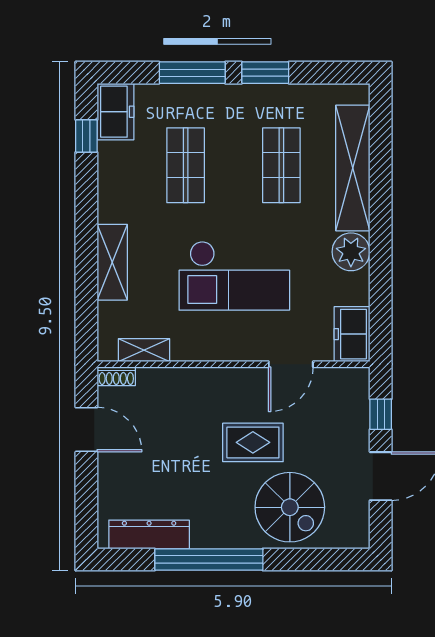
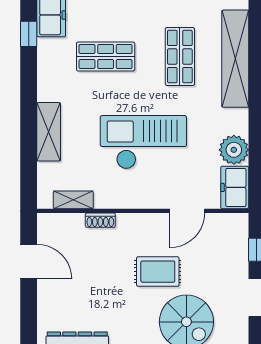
shop shelf: (186, 165) -> (106, 57), turned 90
plant: (351, 252) -> (234, 150), moved
checkout: (234, 276) -> (143, 142), turned 180
shoe rack: (116, 376) -> (100, 220), moved

